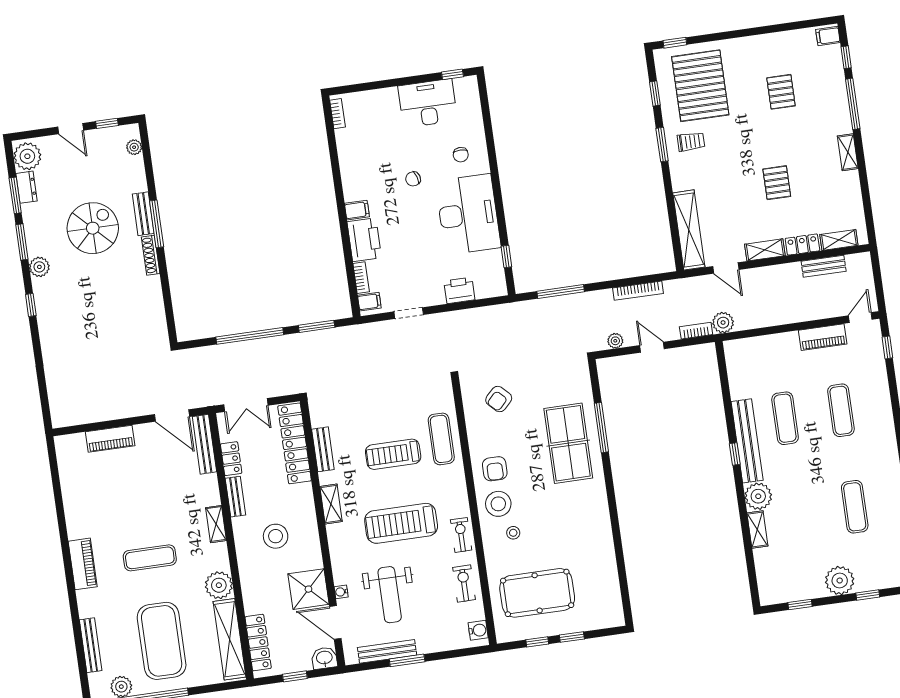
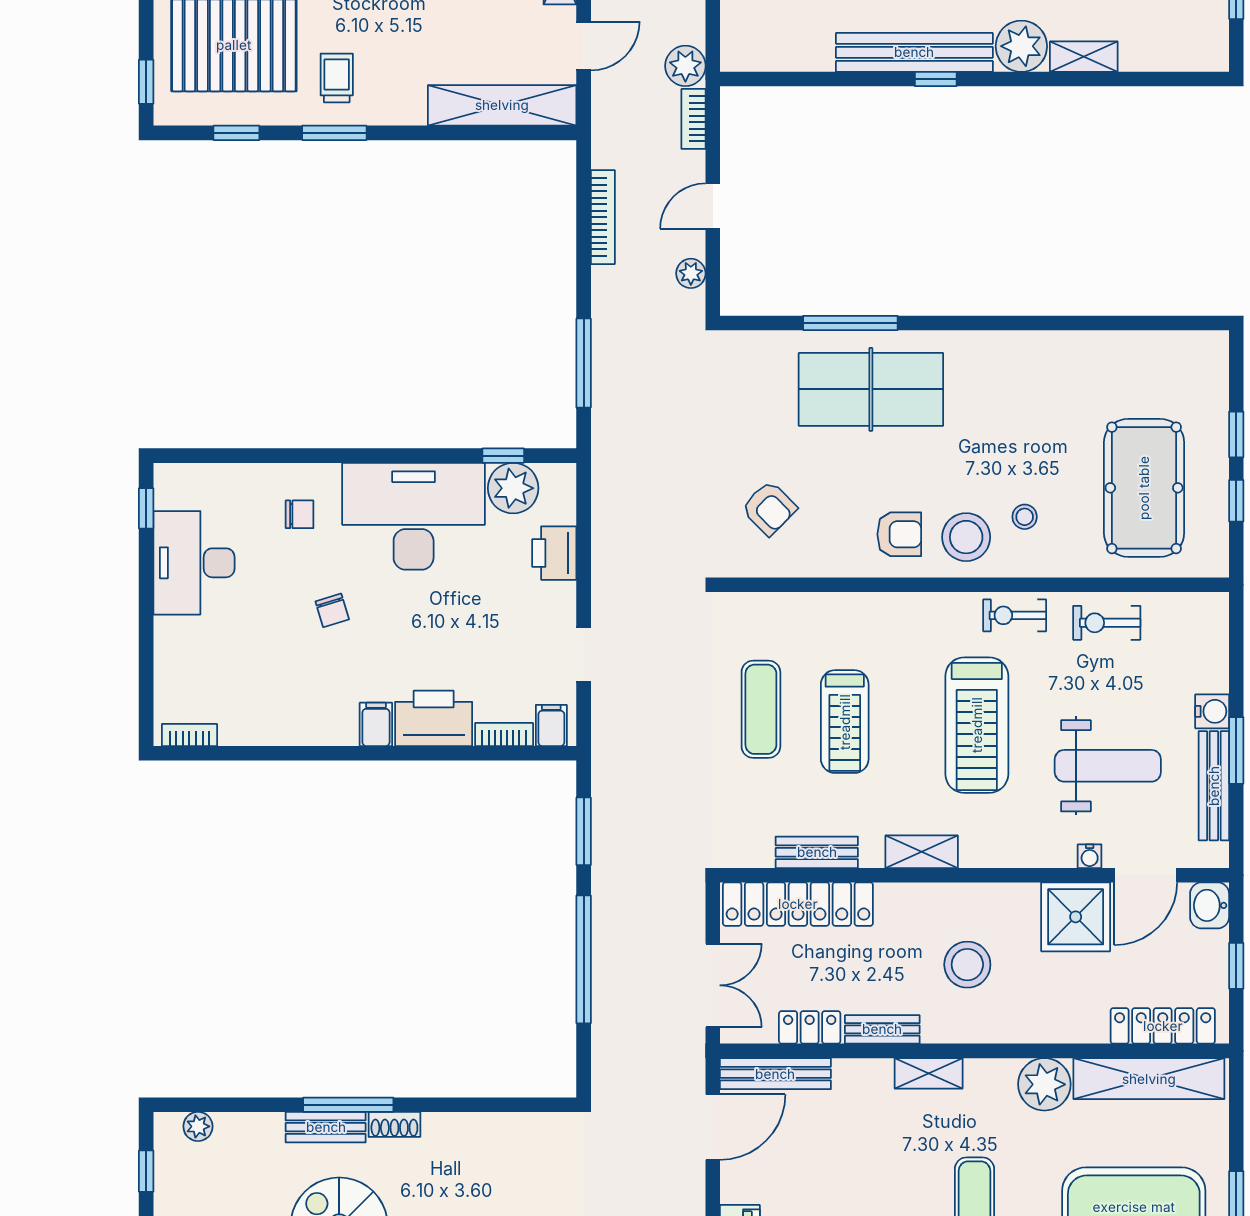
shoe rack: (151, 255) -> (394, 1124), width x0.70
plant: (490, 264) -> (513, 488), added
exercise mat: (441, 439) -> (761, 709), moved, turned 90
water cooler: (478, 630) -> (1212, 711), moved, turned 90

